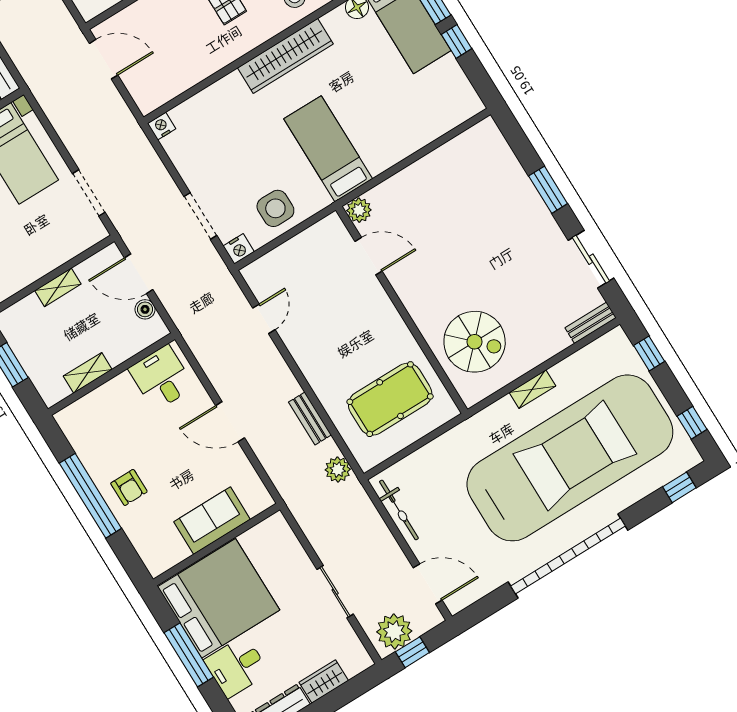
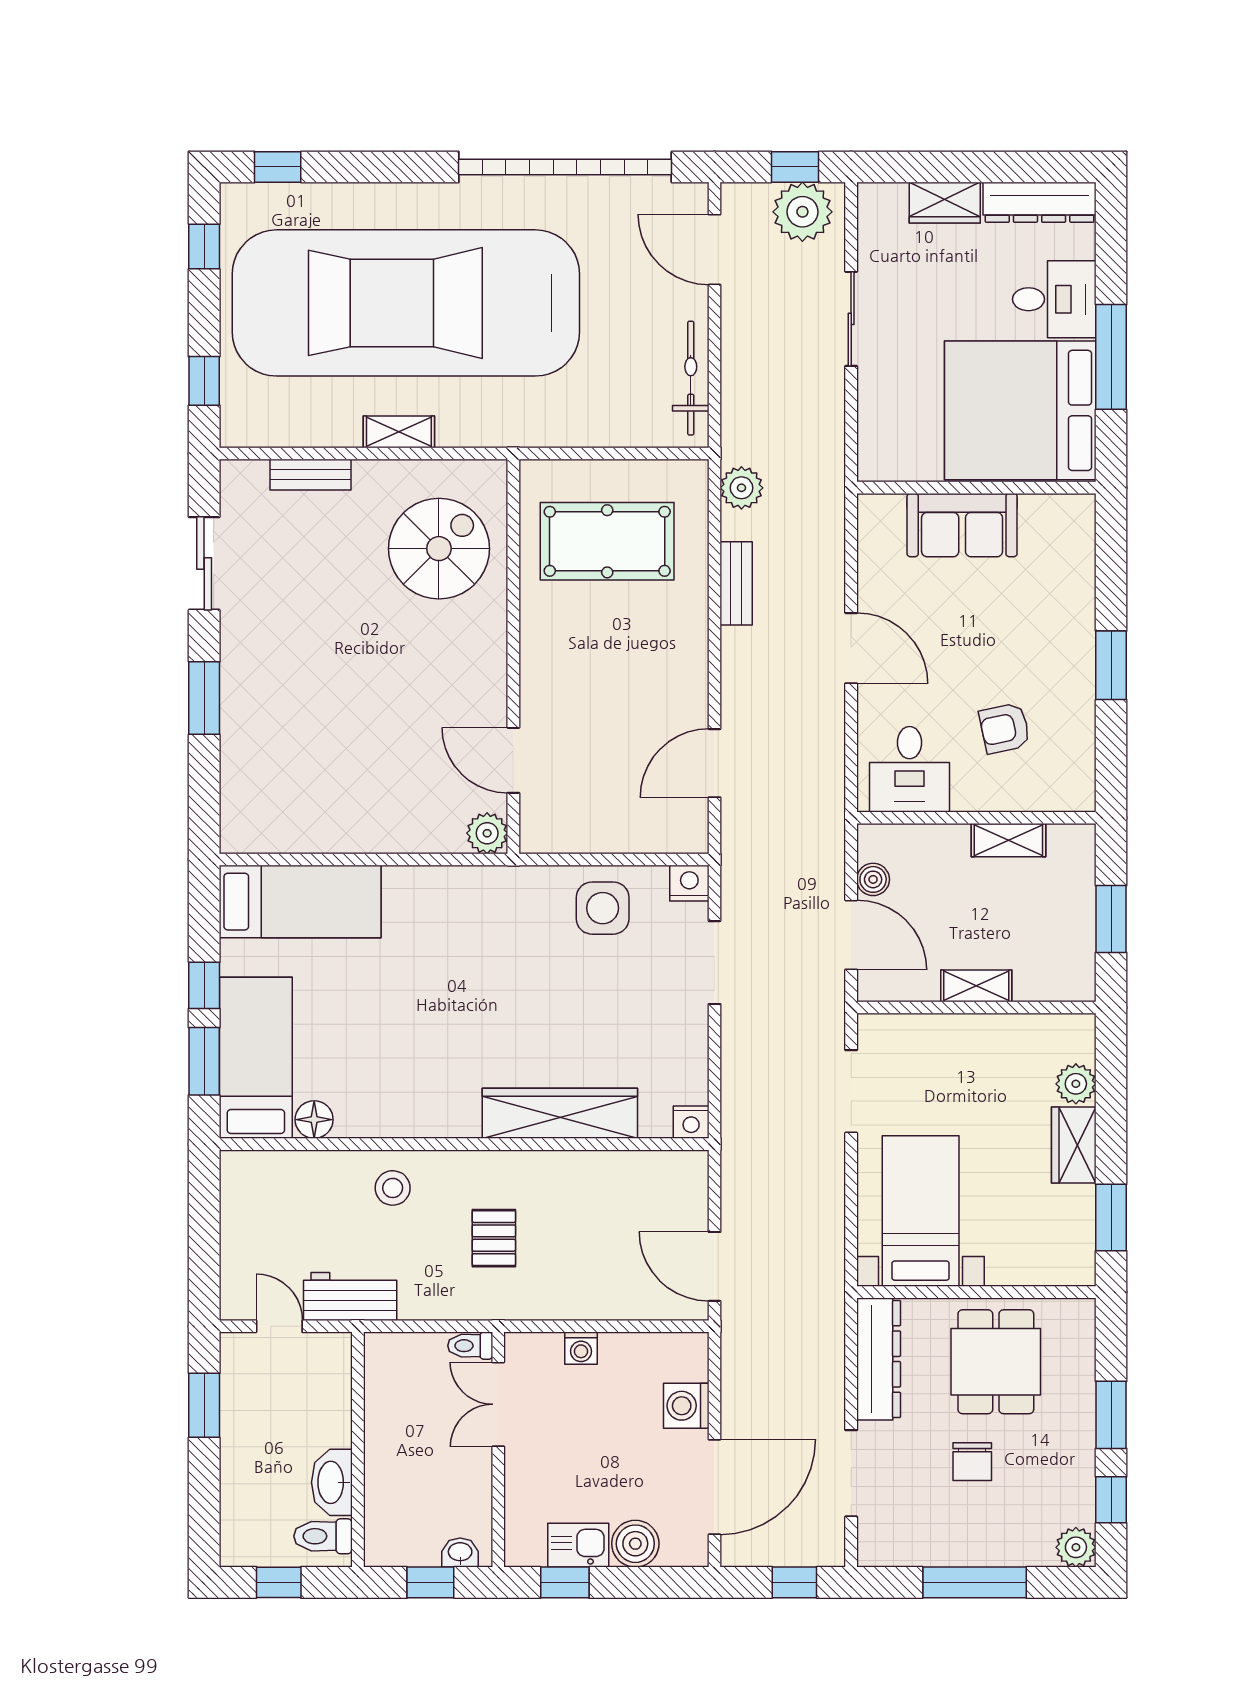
wardrobe: (285, 56) -> (560, 1113), moved
bed: (328, 149) -> (300, 902), moved, turned -90
door: (264, 319) -> (715, 763), width x1.38
bench: (591, 323) -> (311, 475), moved
spiral stairs: (475, 342) -> (439, 549), turned 90
armchair: (129, 487) -> (1005, 728), moved, turned -102
window: (90, 496) -> (1111, 665), width x0.47
garage door: (568, 556) -> (565, 167), moved

